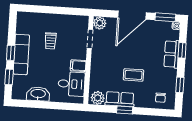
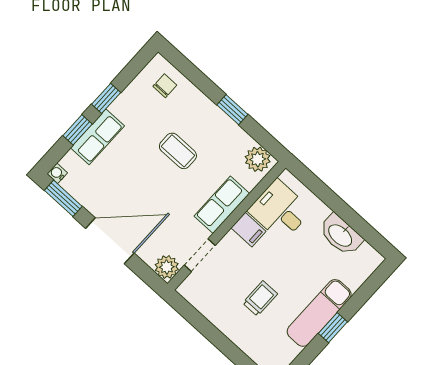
window: (9, 77) -> (363, 294), removed
window: (180, 85) -> (106, 98), moved
row of seats: (120, 99) -> (222, 205), moved, turned 90

